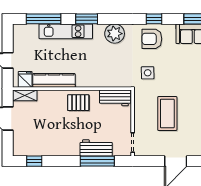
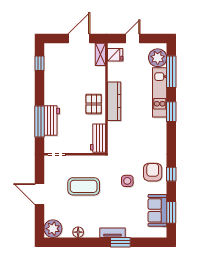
plant: (115, 34) -> (158, 58), moved
side table: (148, 73) -> (127, 181), moved
kitchen counter: (54, 80) -> (114, 101), moved

